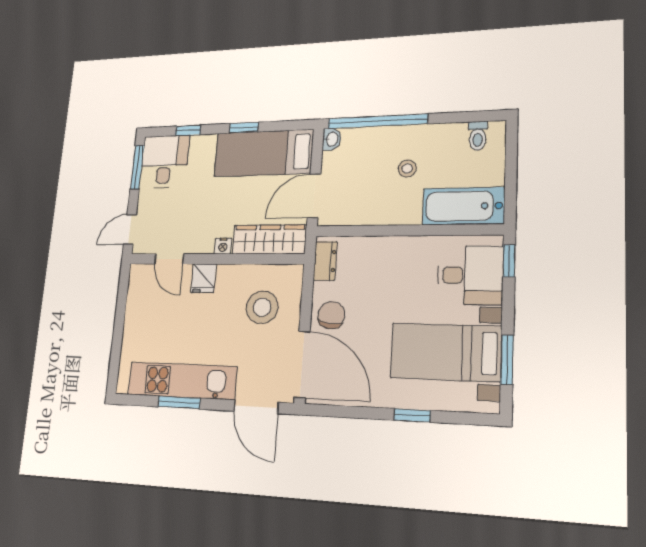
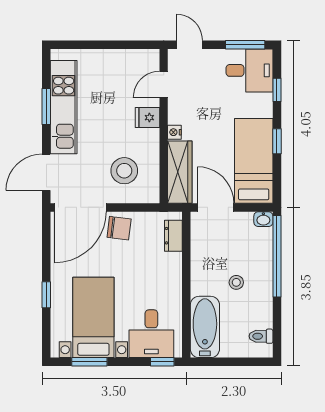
dresser: (325, 261) -> (173, 236), moved, turned 90

